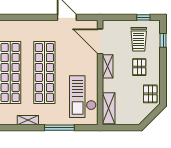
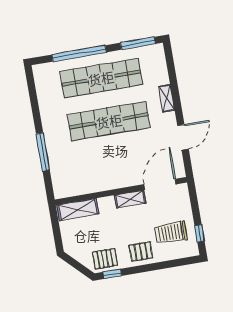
window: (163, 40) -> (112, 274), moved
pallet: (139, 67) -> (141, 252), moved
checkout: (83, 97) -> (87, 175), removed
shelving: (28, 120) -> (167, 98), moved

